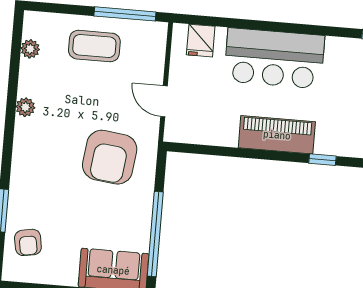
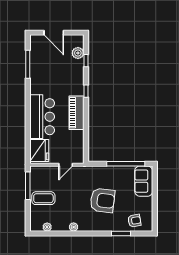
fridge: (201, 41) -> (39, 151), width x1.88, depth x1.34
coffee table: (94, 46) -> (43, 198), turned 90
armchair: (110, 157) -> (102, 200), moved

